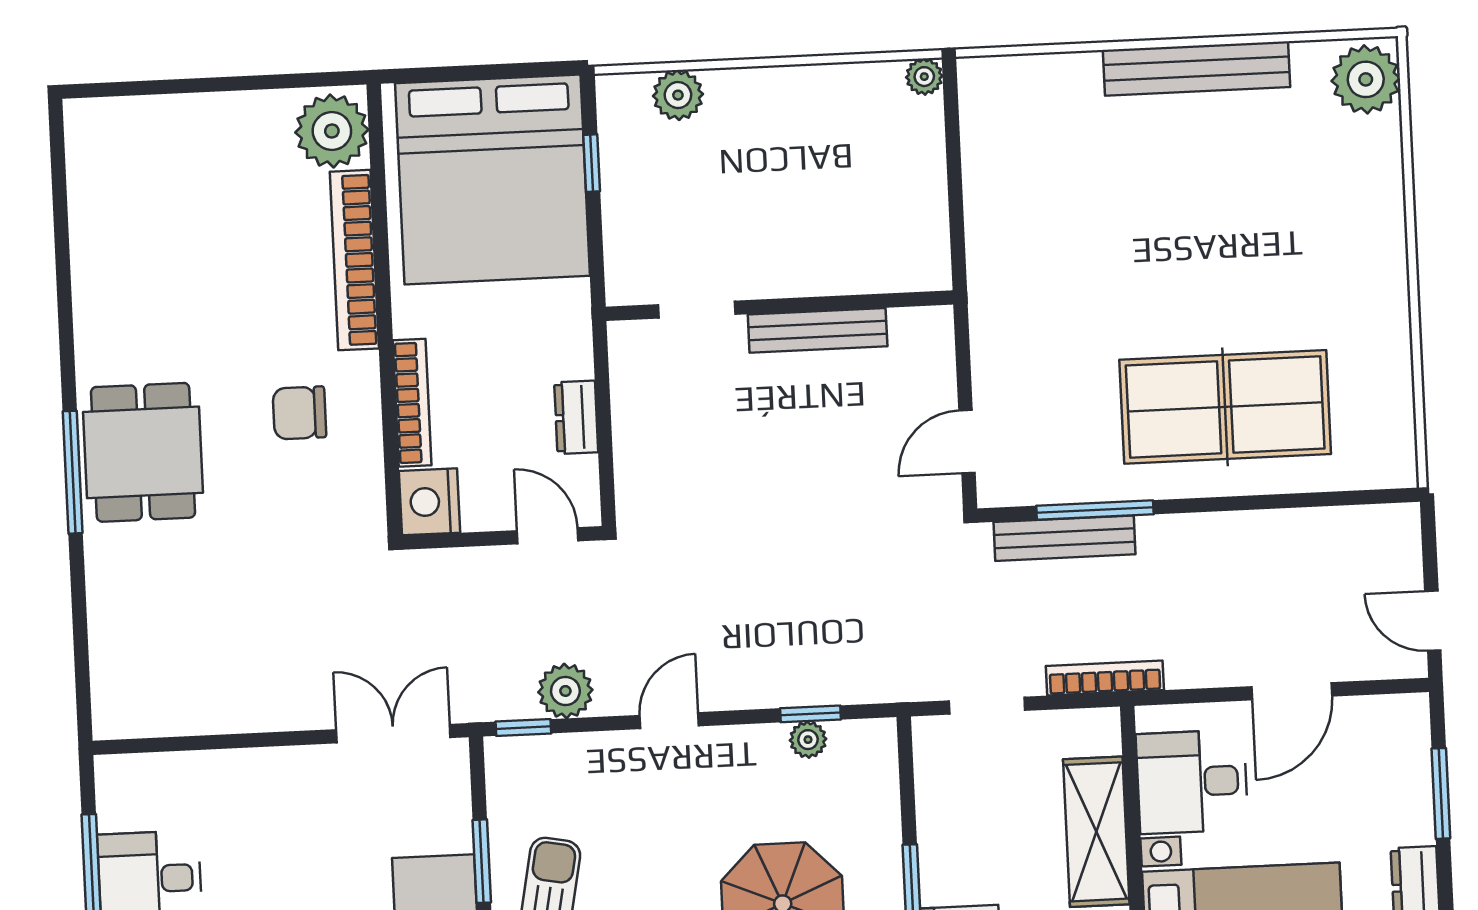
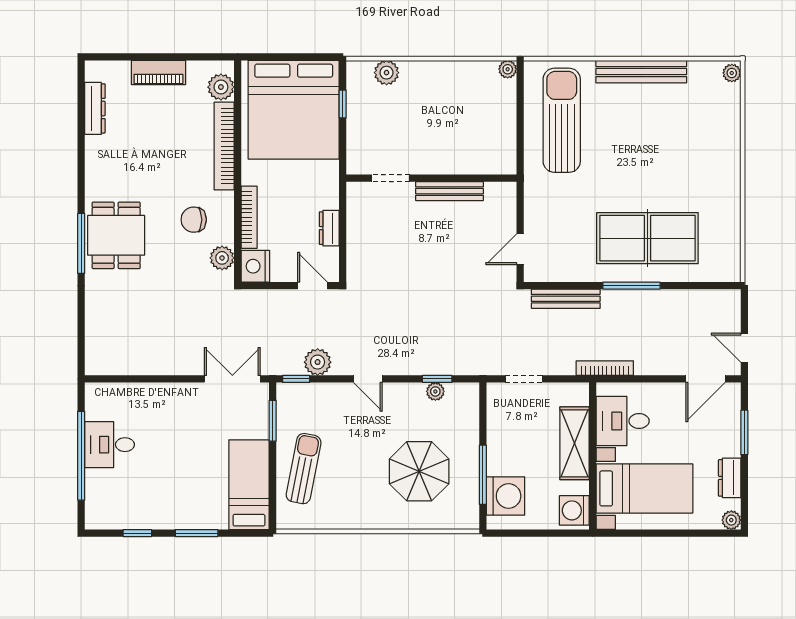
plant: (1366, 79) -> (732, 73), width x0.53, depth x0.53
piano: (214, 116) -> (158, 72), added
plant: (332, 131) -> (221, 87), width x0.73, depth x0.73
sun lounger: (1039, 175) -> (562, 120), added
dresser: (88, 196) -> (95, 108), added
plant: (361, 488) -> (222, 258), added
window: (1095, 510) -> (631, 286), moved
bookcase: (1105, 678) -> (605, 368), moved
door: (1292, 691) -> (705, 379), moved
door: (669, 721) -> (368, 379), swing flipped
window: (482, 861) -> (273, 421), moved

